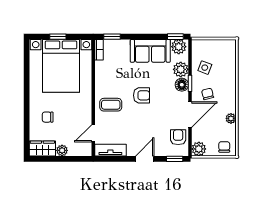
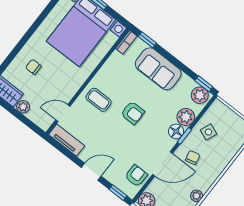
sofa: (150, 51) -> (158, 69), moved

